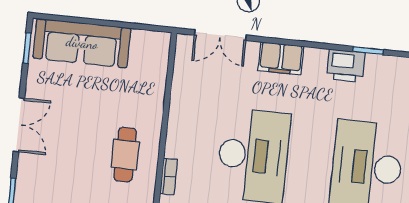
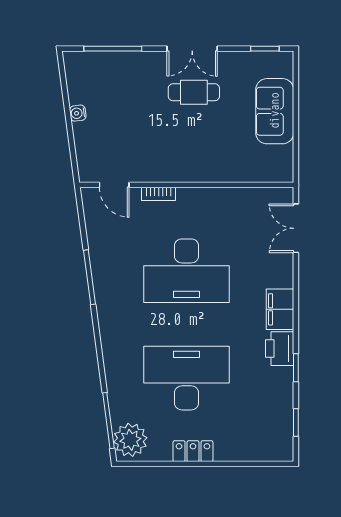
sofa: (82, 43) -> (275, 111), width x0.73
filing cabinet: (281, 58) -> (280, 309), moved
cafe table: (125, 155) -> (194, 92), moved

